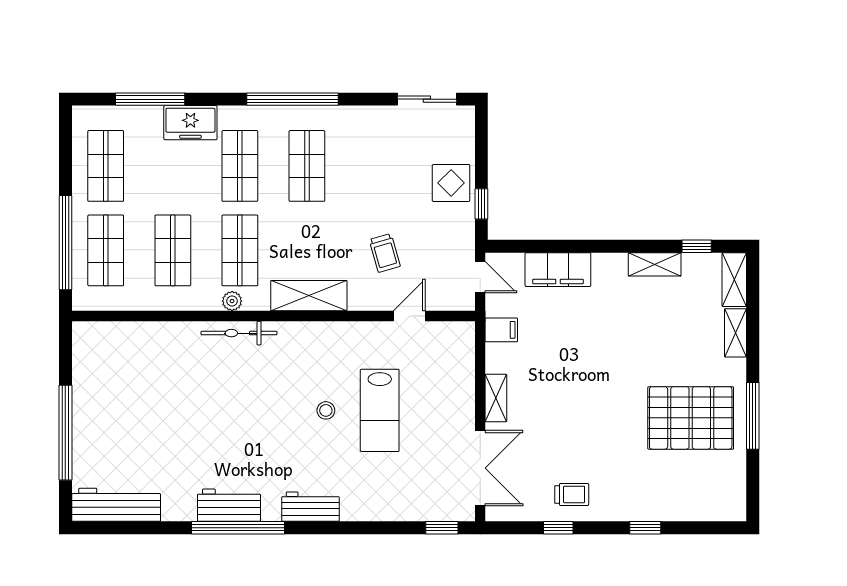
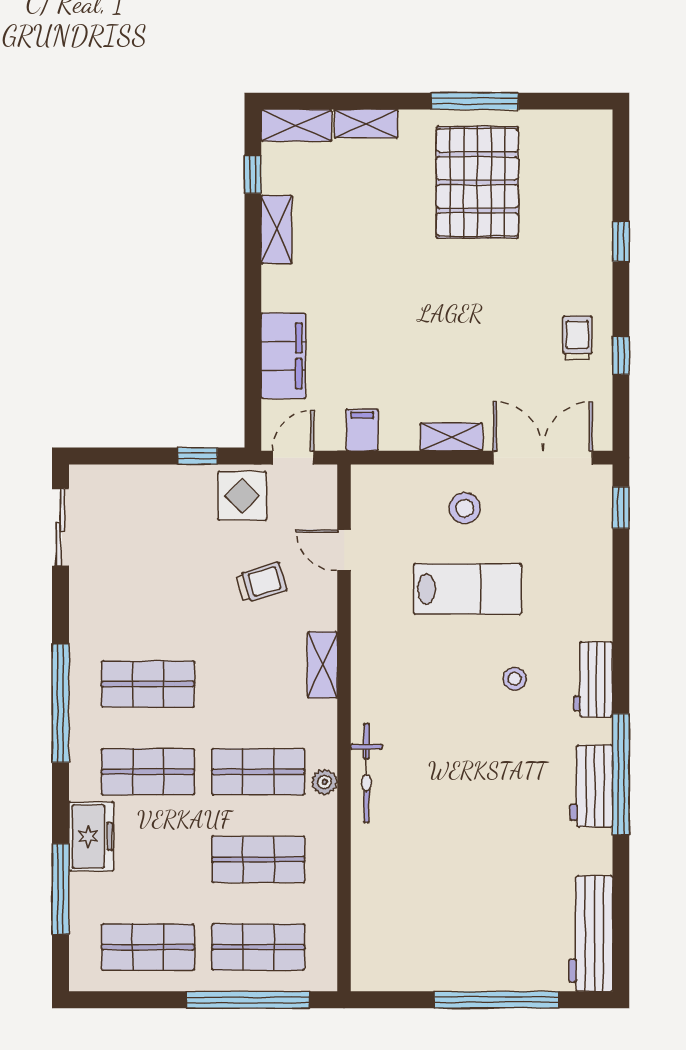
display table: (451, 183) -> (242, 496), moved
shelving: (309, 296) -> (322, 665), width x0.67, depth x0.75
stool: (441, 408) -> (465, 508), added
stool: (326, 410) -> (515, 679), moved

